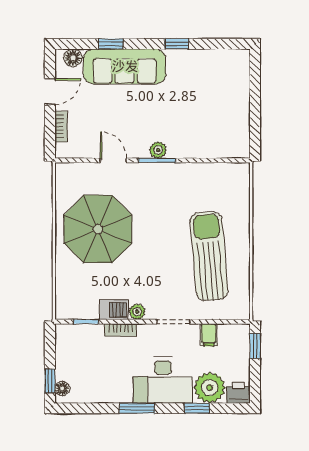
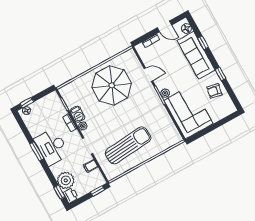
armchair: (199, 69) -> (214, 91), added
corner sofa: (209, 129) -> (188, 112), added
door: (113, 160) -> (148, 75), hinge flipped
desk: (163, 380) -> (52, 147), moved
window: (197, 408) -> (59, 192), moved

